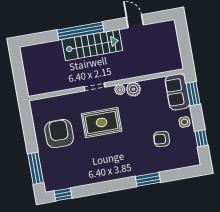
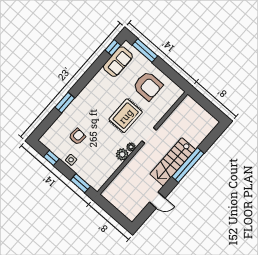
sofa: (177, 92) -> (118, 62), moved, turned 90

